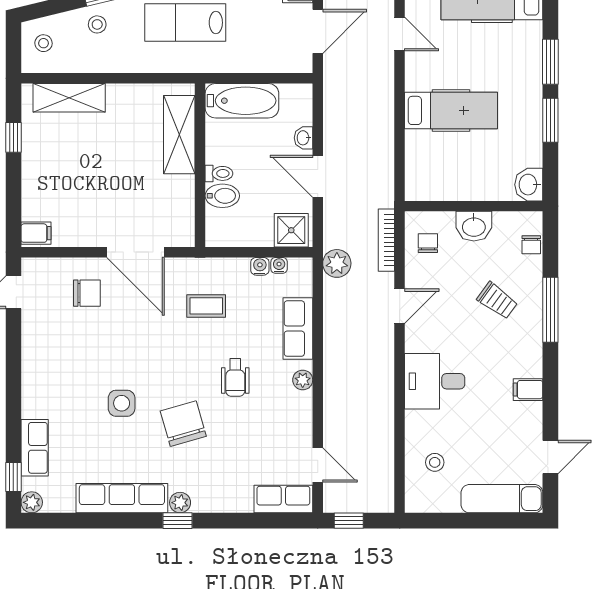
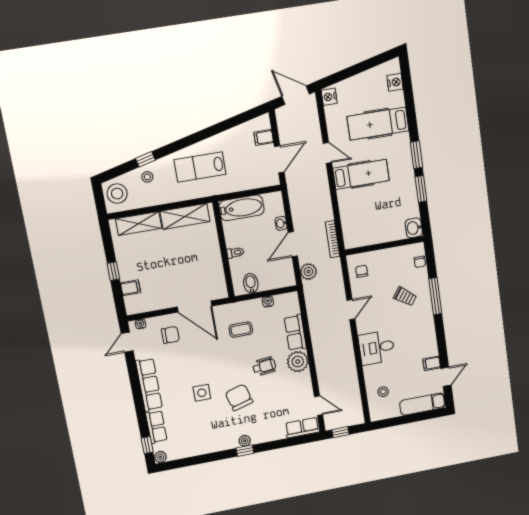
stool: (44, 43) -> (117, 194), width x1.89, depth x1.89
hospital bed: (451, 110) -> (361, 174), moved
shelving: (179, 135) -> (185, 216), moved, turned 90
window: (13, 137) -> (113, 271), moved
door: (318, 176) -> (293, 244), hinge flipped
bidet: (222, 196) -> (251, 283), moved, turned -90
washbasin: (474, 226) -> (386, 257), removed
shower: (291, 230) -> (283, 278), removed
filing cabinet: (36, 233) -> (130, 288), moved
bookcase: (386, 240) -> (333, 239), moved
plant: (337, 263) -> (308, 272), moved
water cooler: (279, 265) -> (141, 324), moved
wheelchair: (235, 377) -> (264, 366), turned -96
plant: (303, 380) -> (298, 362), width x1.87, depth x1.87
filing cabinet: (528, 390) -> (432, 363), moved
row of seats: (122, 498) -> (149, 385), moved, turned 90

